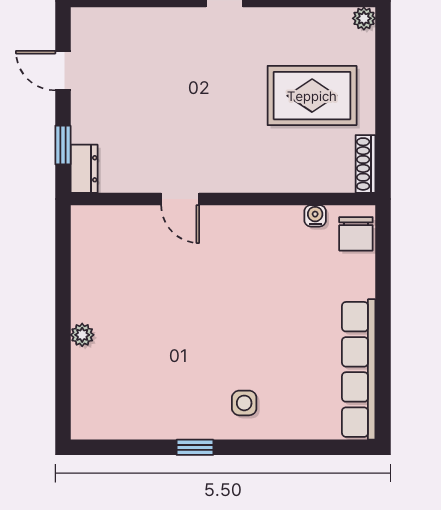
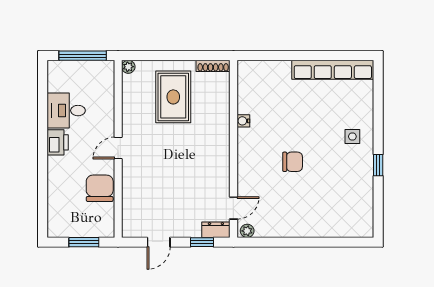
door: (180, 199) -> (233, 208), moved
water cooler: (315, 216) -> (243, 121), moved
chair: (356, 234) -> (293, 162), moved
plant: (82, 335) -> (247, 231), moved

